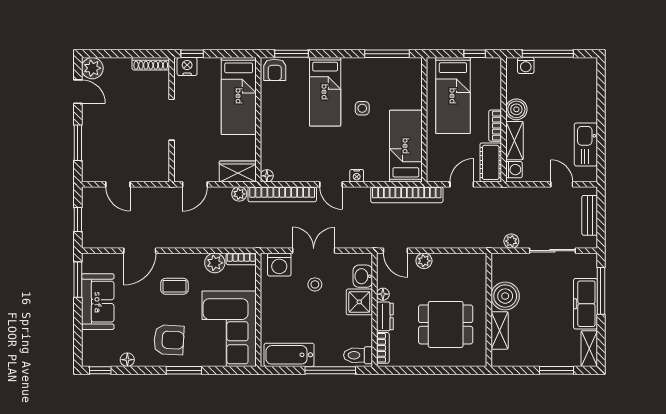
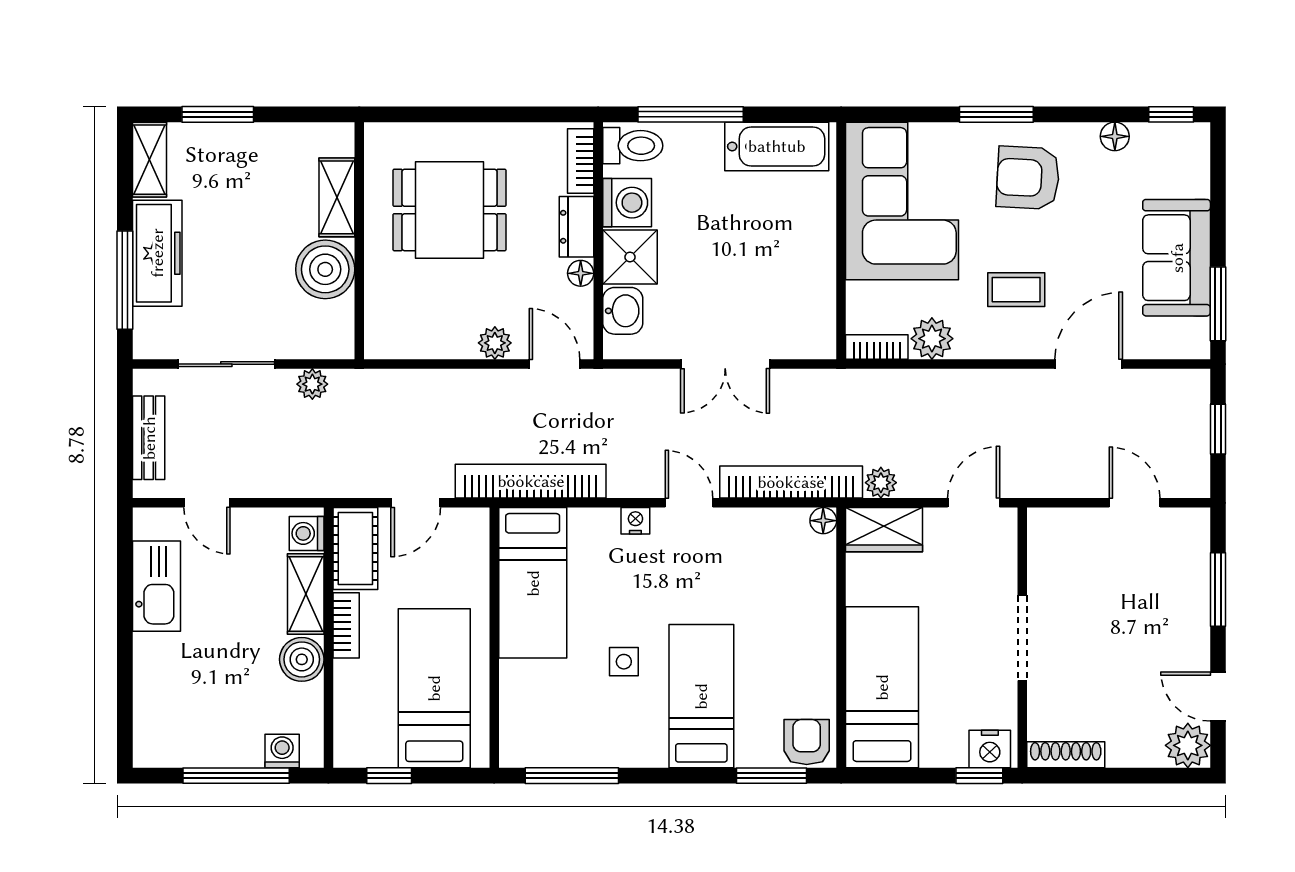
washing machine: (279, 265) -> (627, 203), moved, turned 90
stool: (315, 284) -> (723, 294), removed

